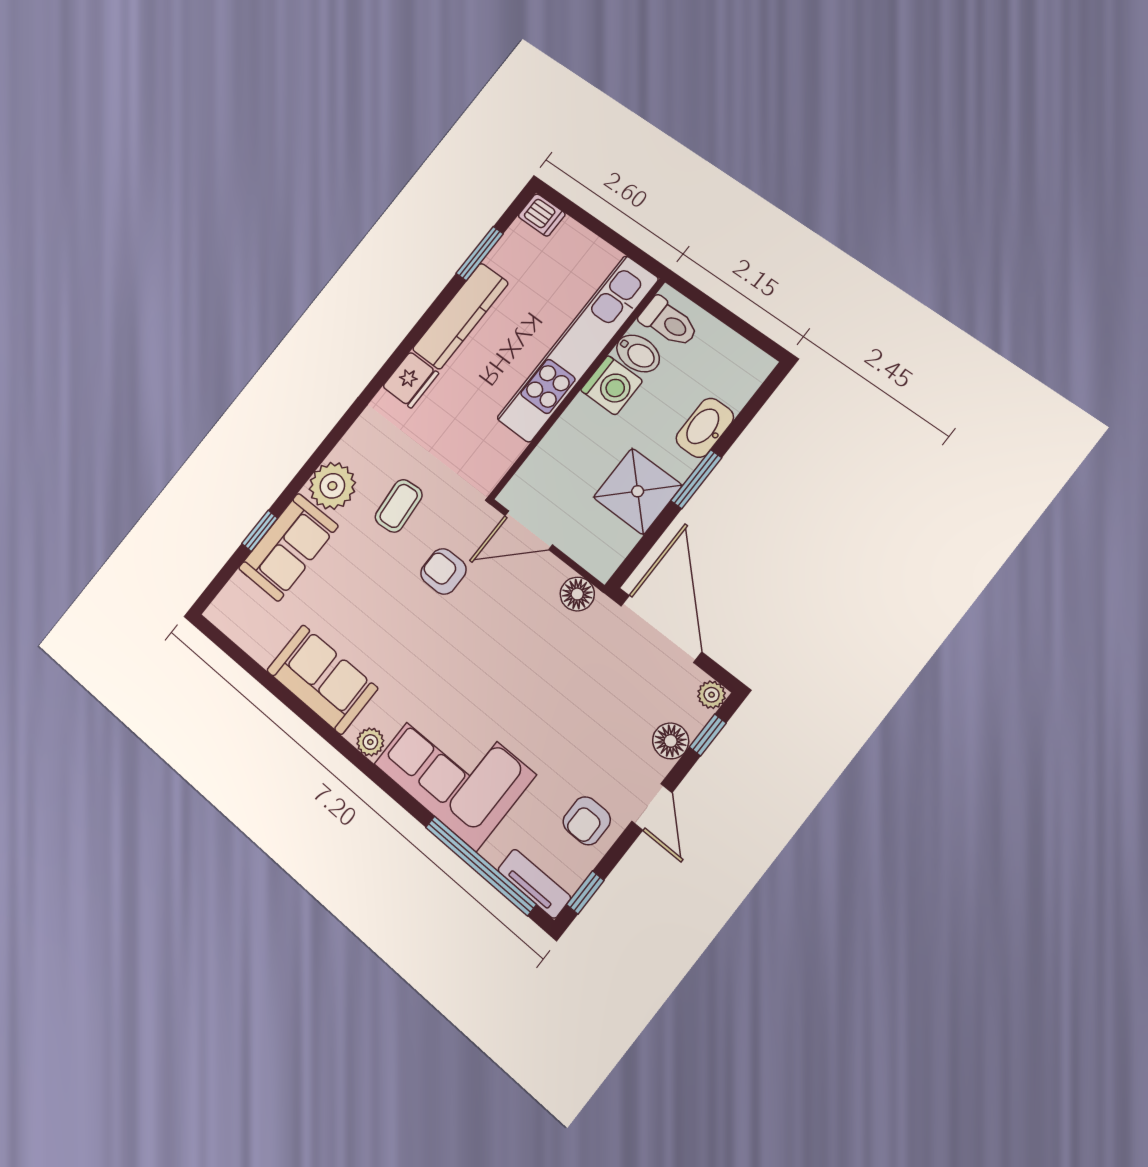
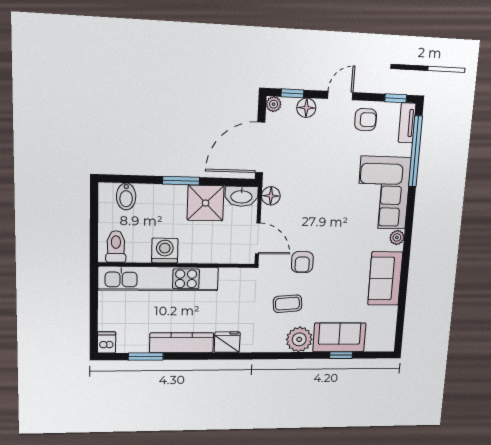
bidet: (638, 353) -> (126, 197), moved, turned 180
washbasin: (705, 428) -> (241, 196), moved

